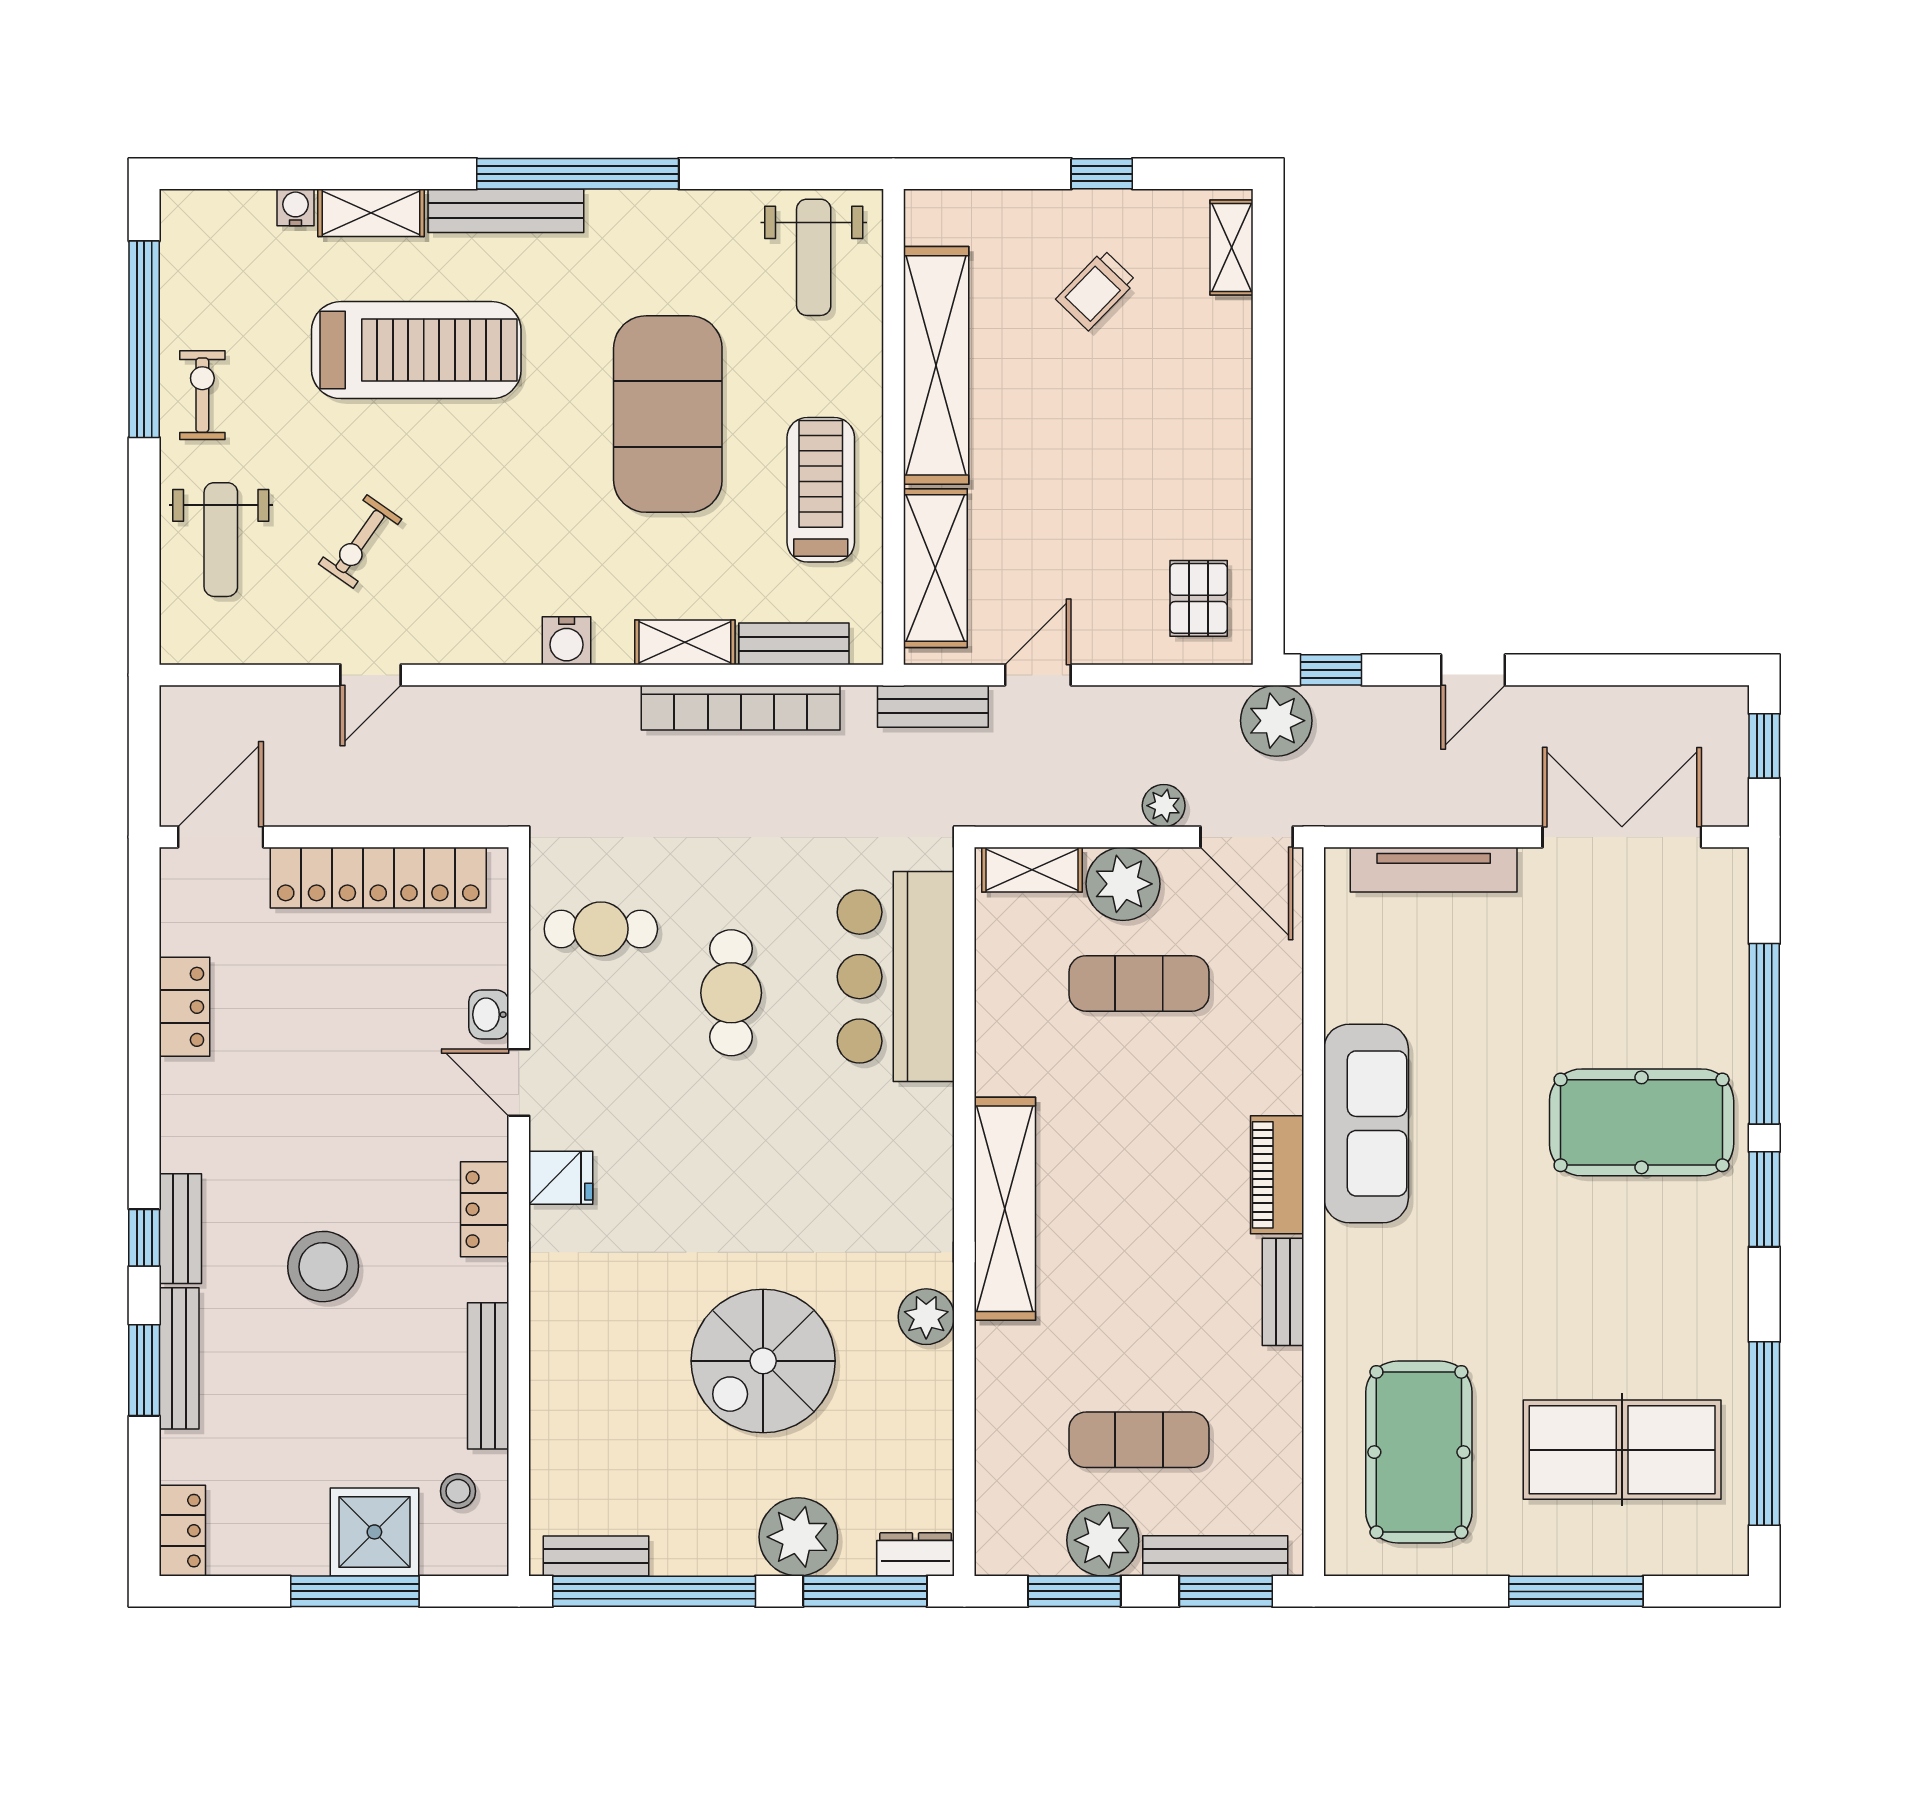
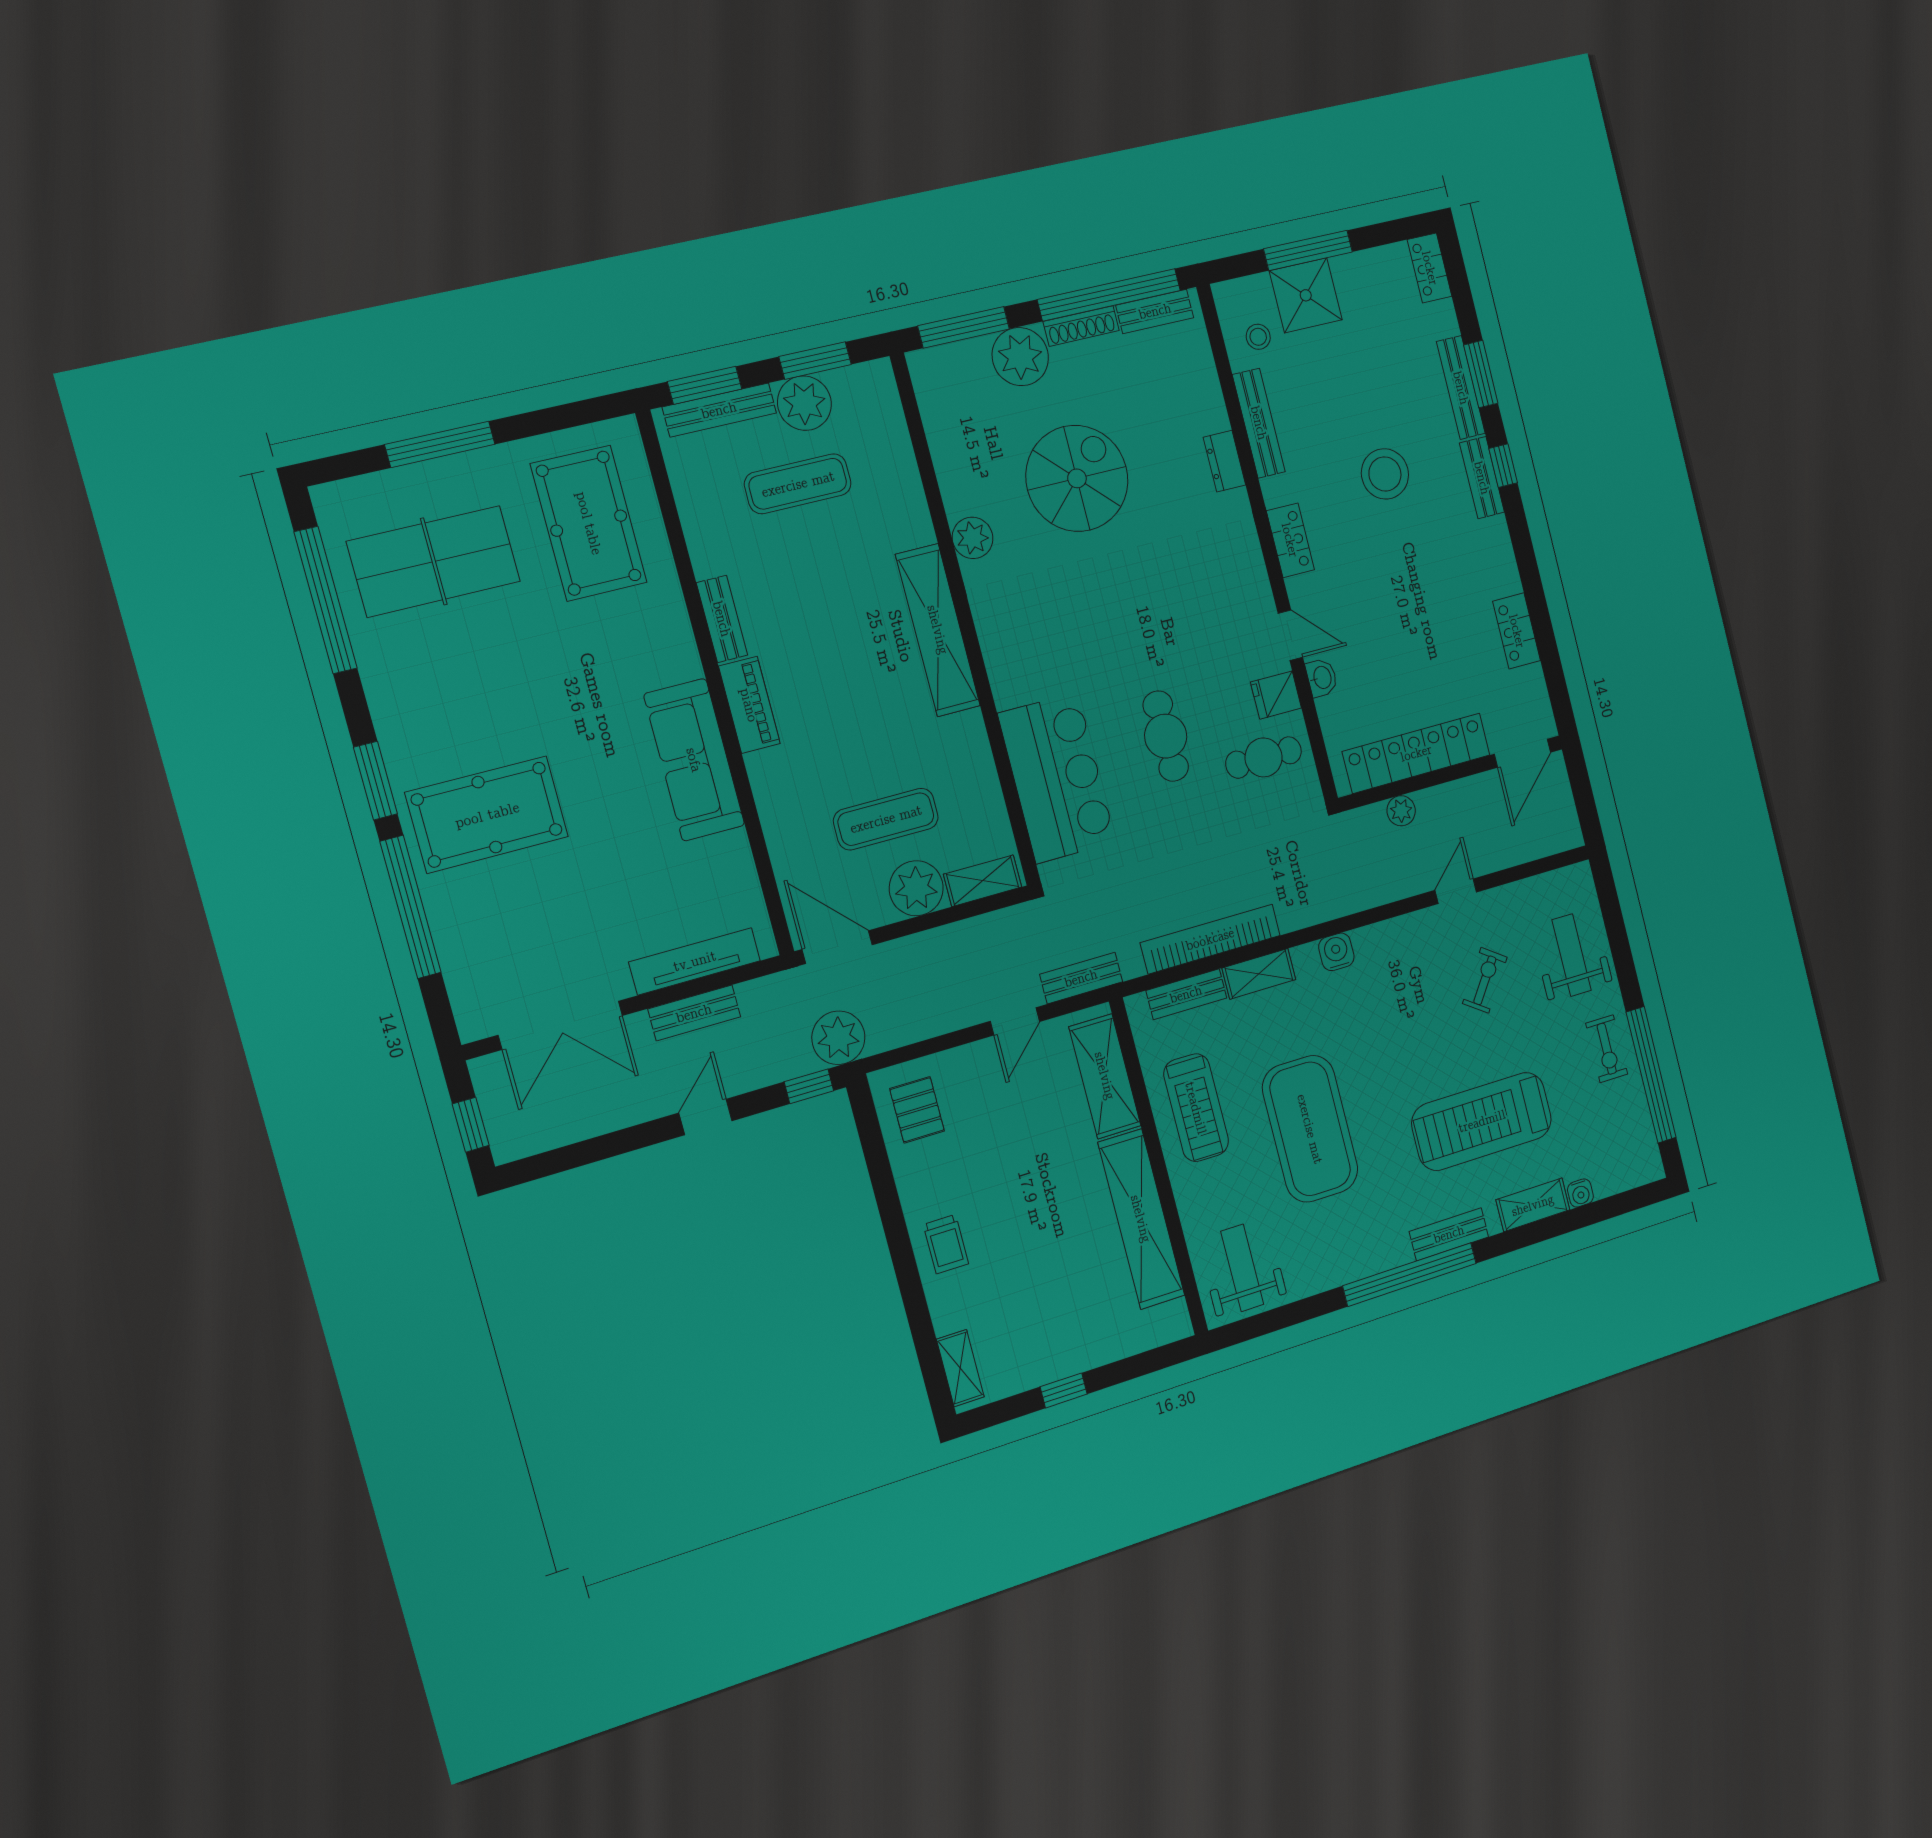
bench: (506, 211) -> (1449, 1234), width x0.73
trolley: (1096, 290) -> (946, 1244), moved, turned 136
bench: (1452, 805) -> (694, 1013), added
plant: (1164, 806) -> (1401, 811), moved
fridge: (561, 1178) -> (1276, 695), moved
dresser: (916, 1554) -> (1224, 461), moved, turned 90
shoe rack: (704, 1559) -> (1081, 326), added

